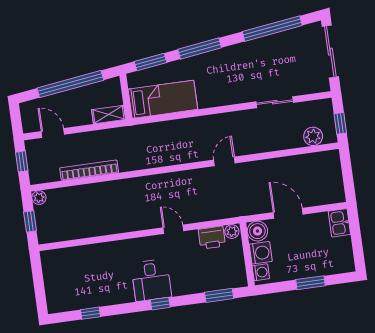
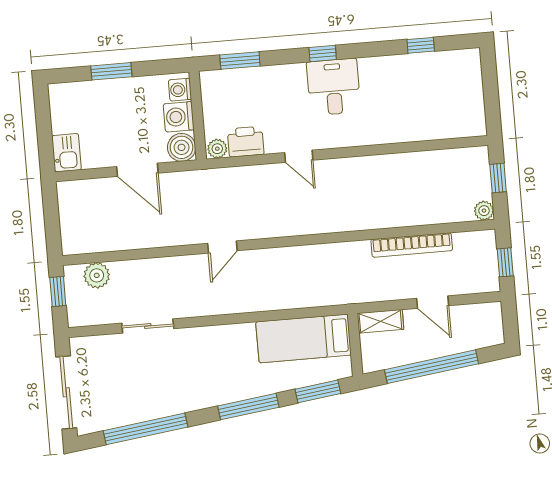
door: (53, 133) -> (433, 302), moved

